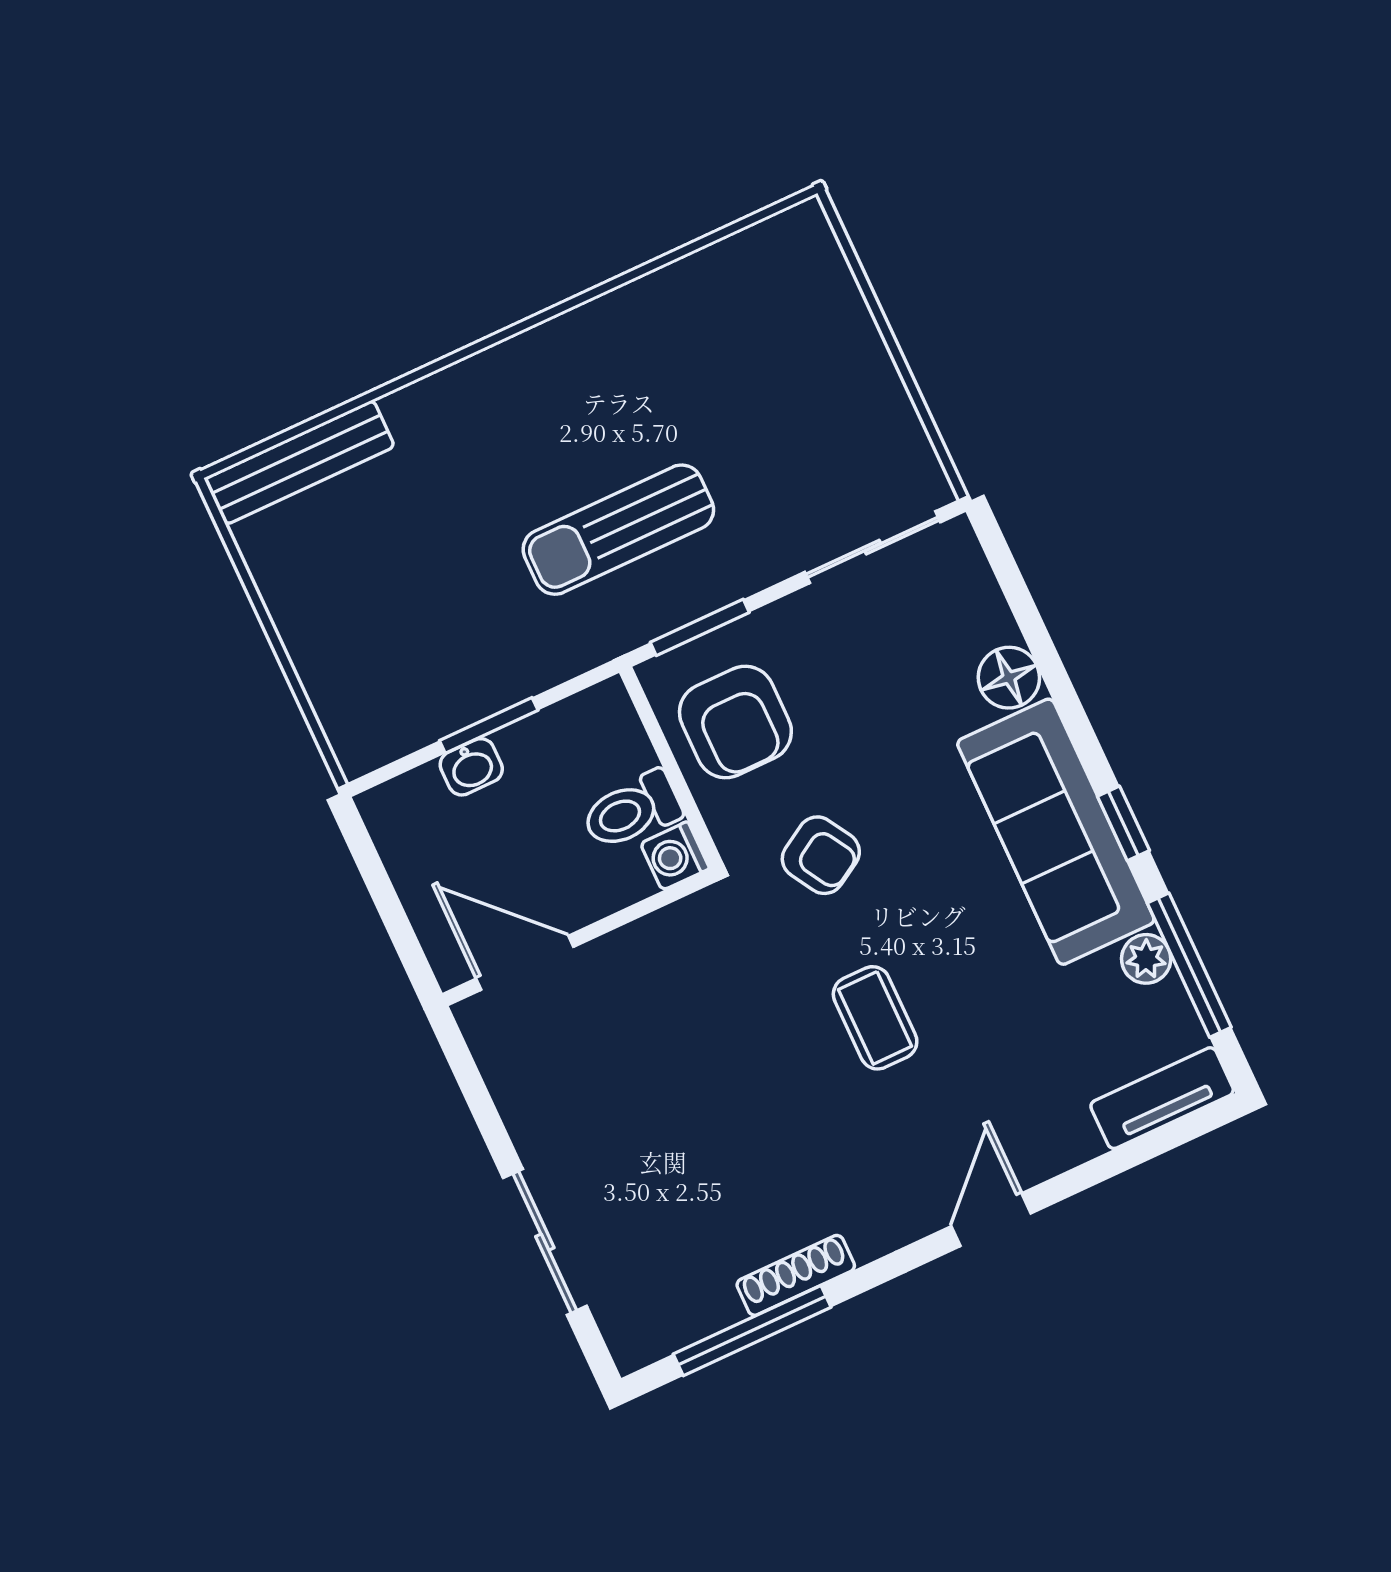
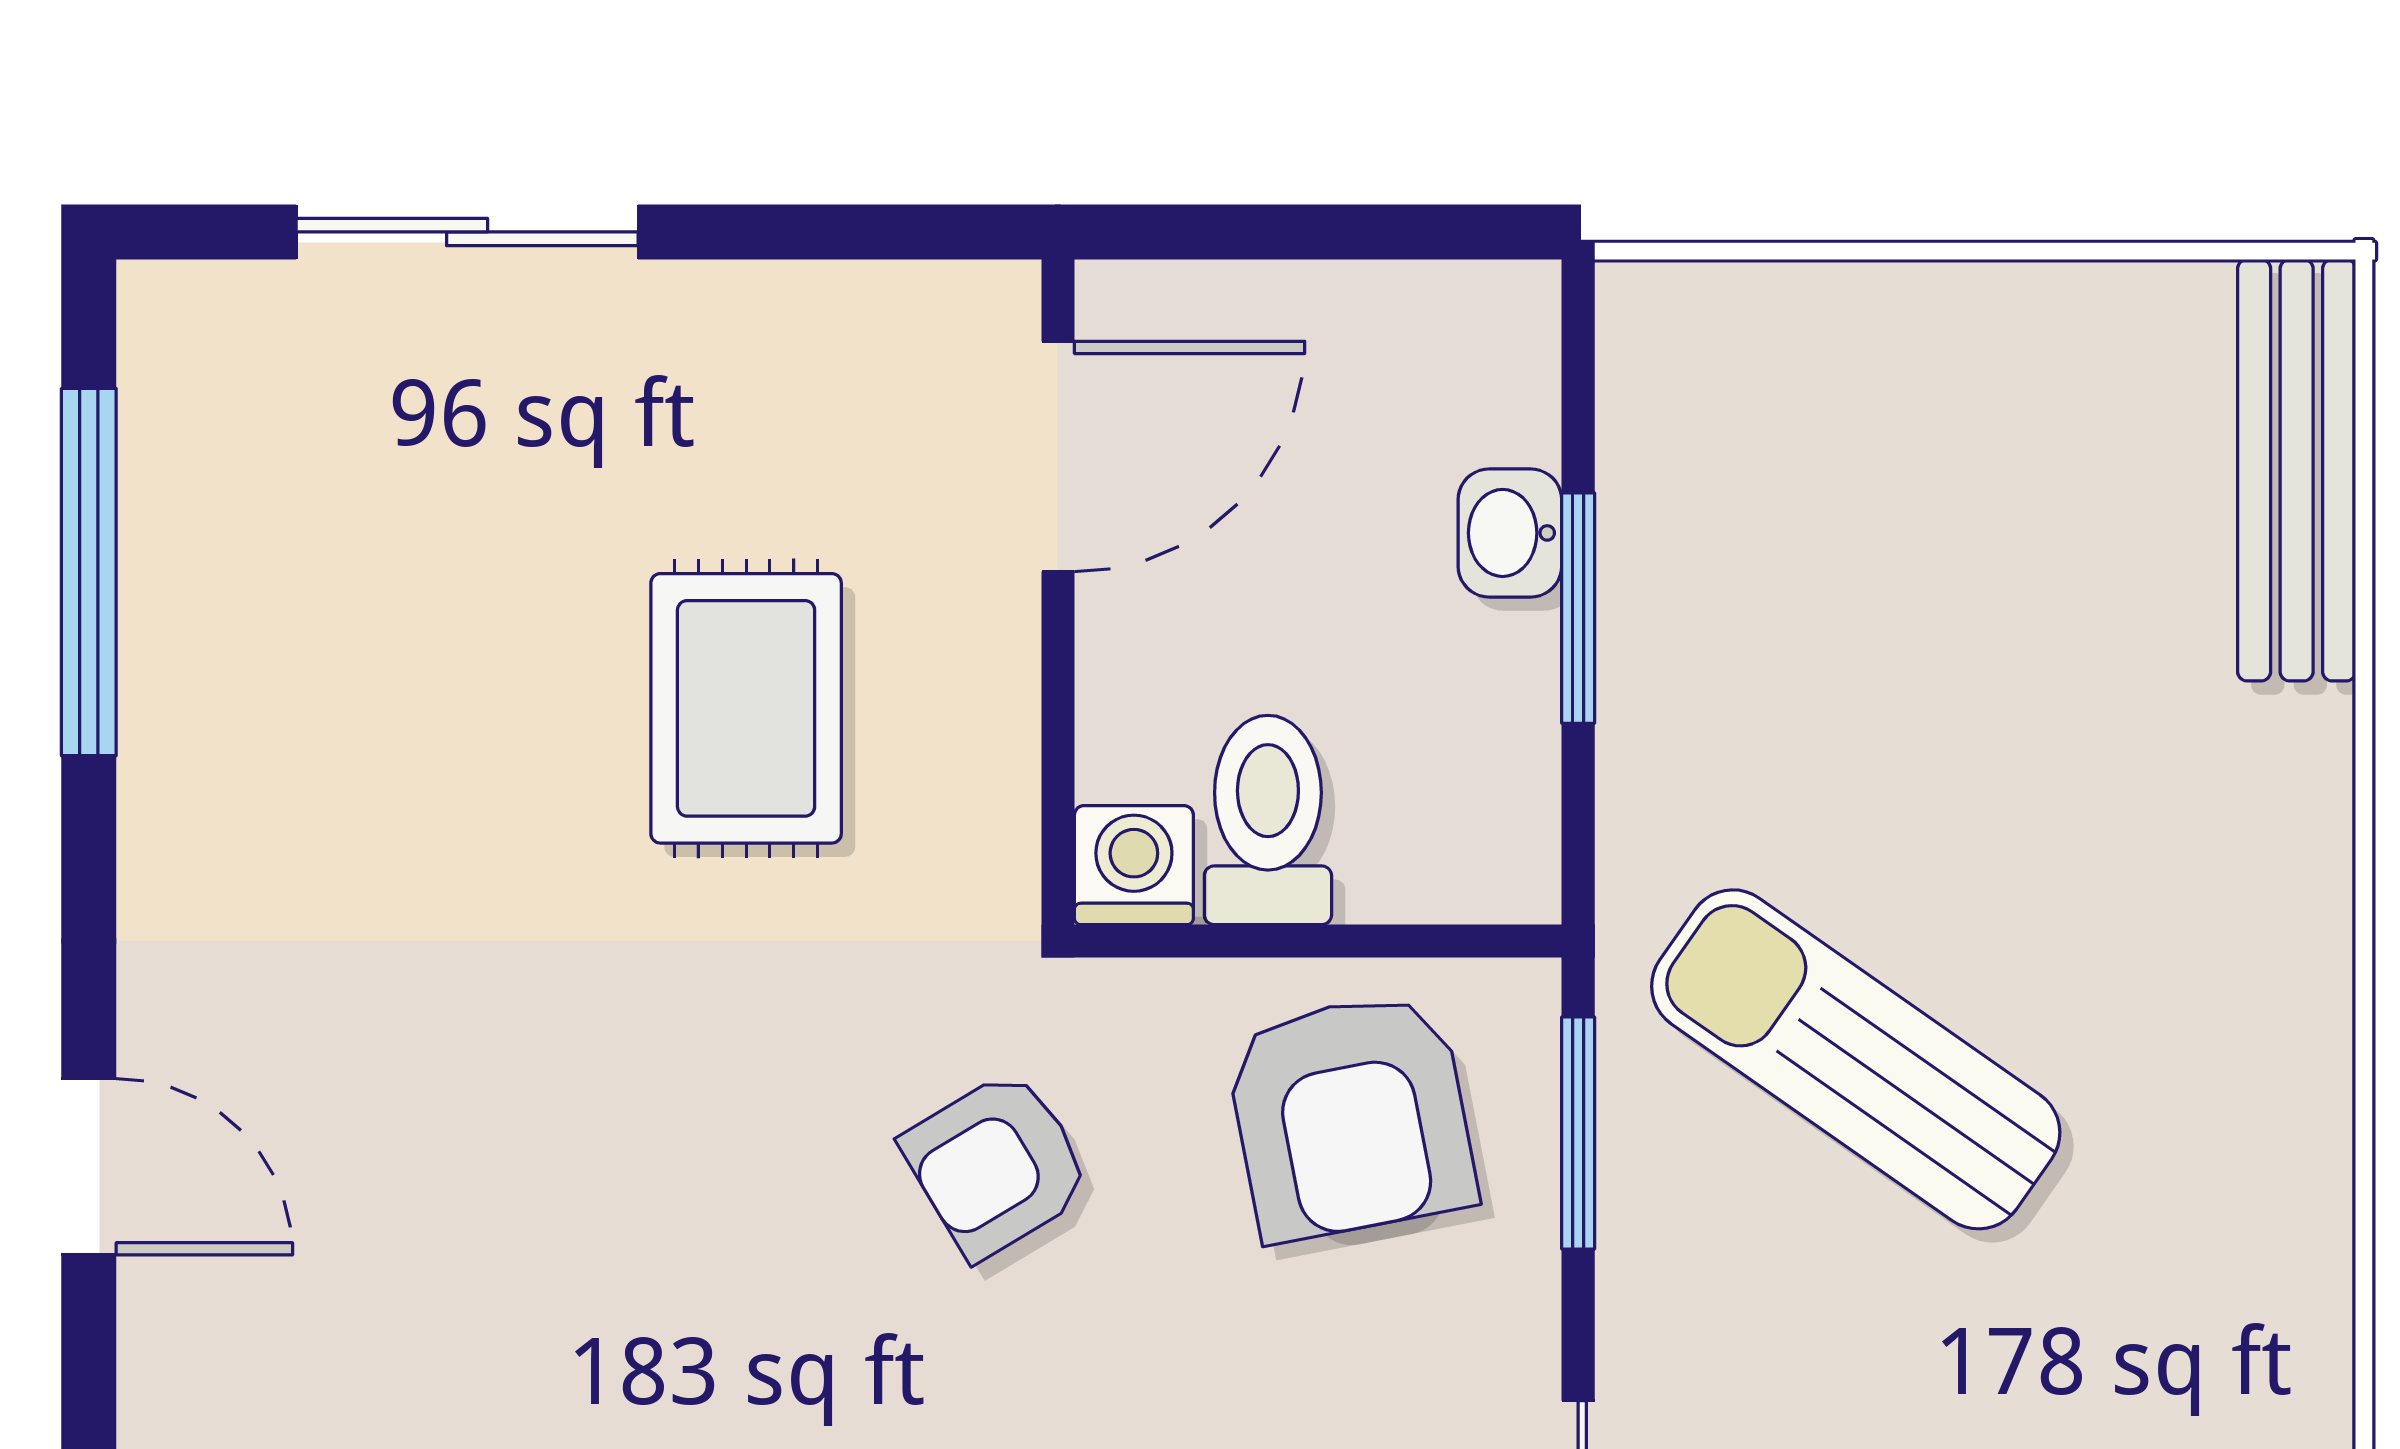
sun lounger: (618, 530) -> (1856, 1059), turned -55
armchair: (735, 722) -> (1351, 1116), turned -101
coffee table: (875, 1018) -> (612, 1121), removed
rug: (684, 1041) -> (746, 708), added
shoe rack: (796, 1275) -> (161, 714), removed

